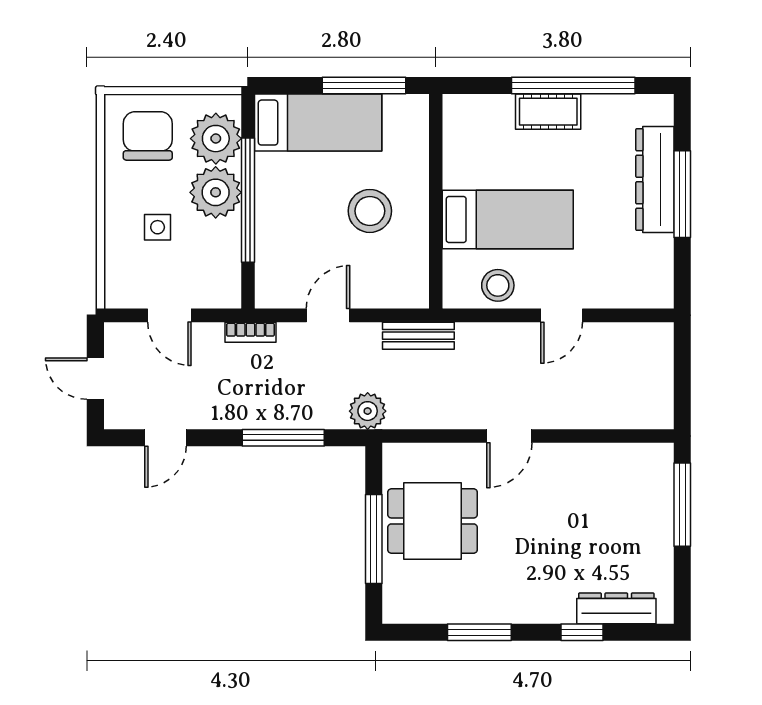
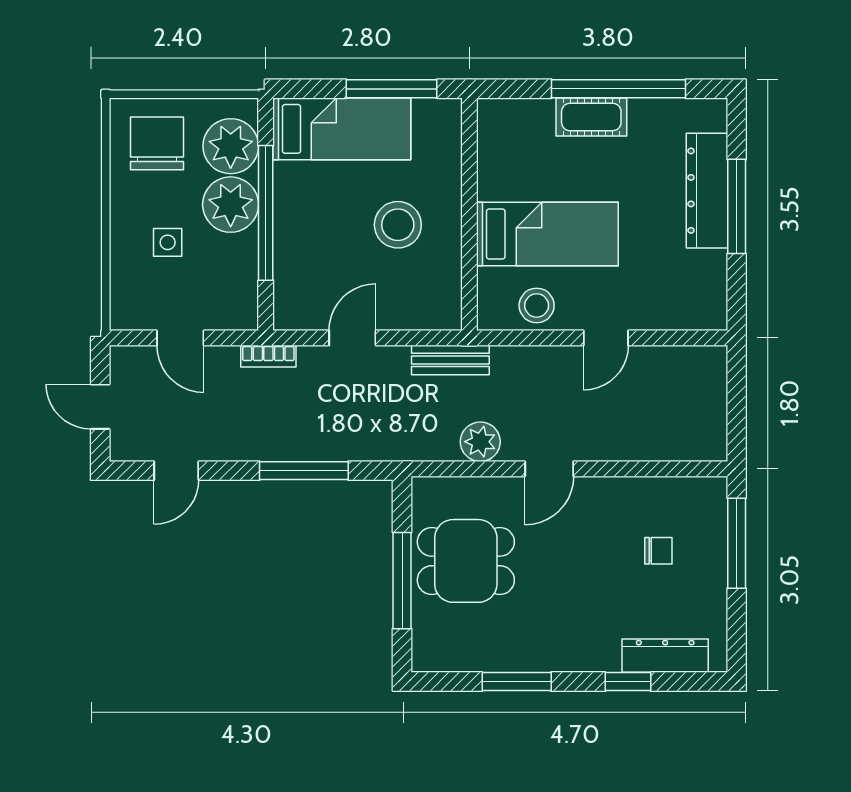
plant: (368, 411) -> (480, 442), moved
chair: (610, 512) -> (658, 551), added

